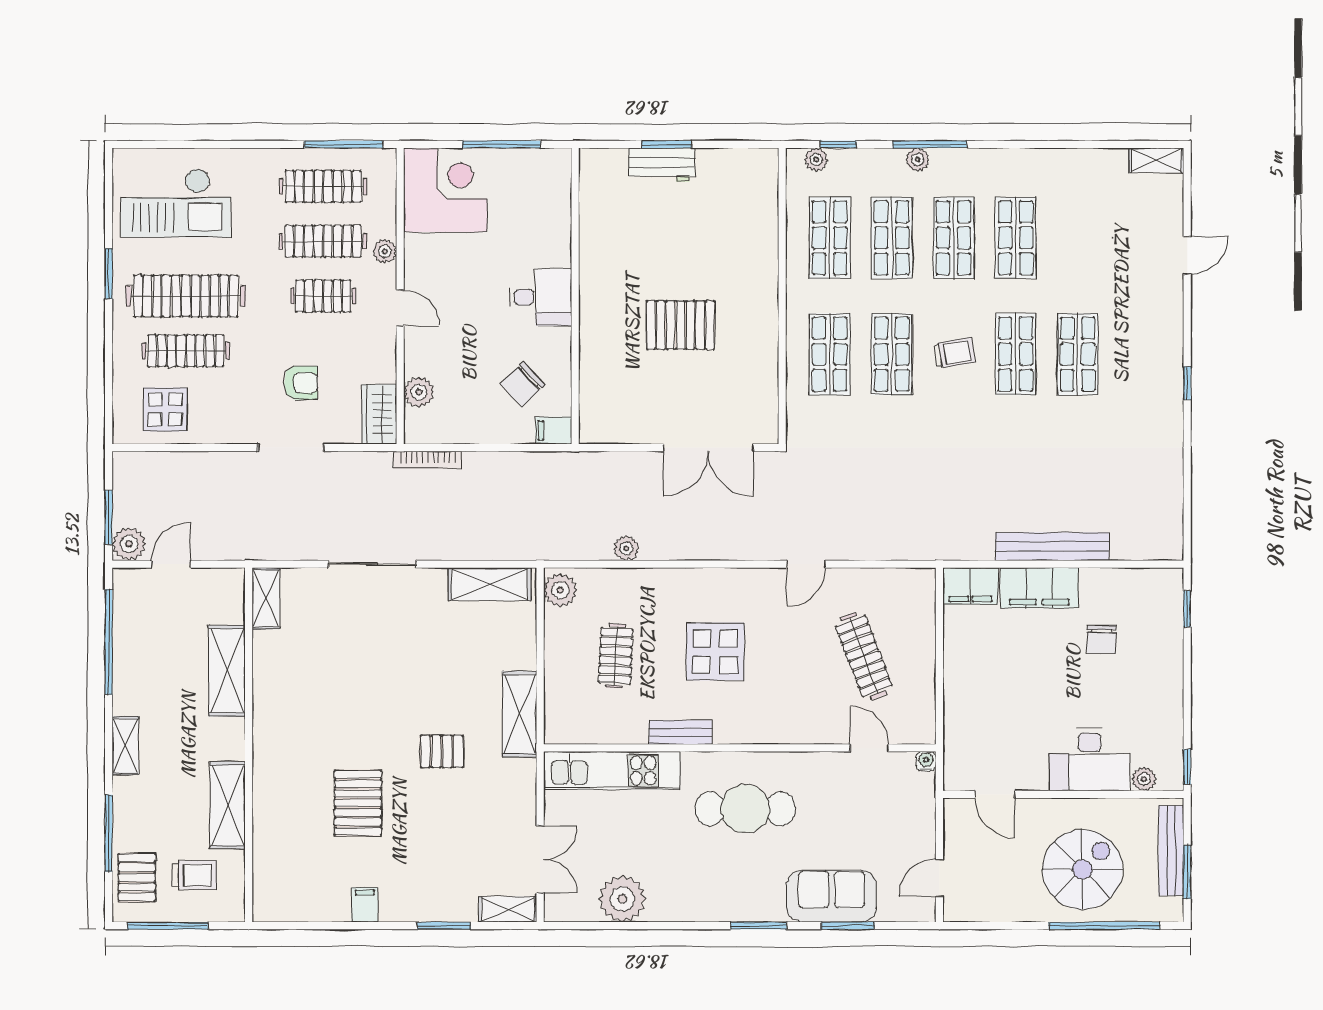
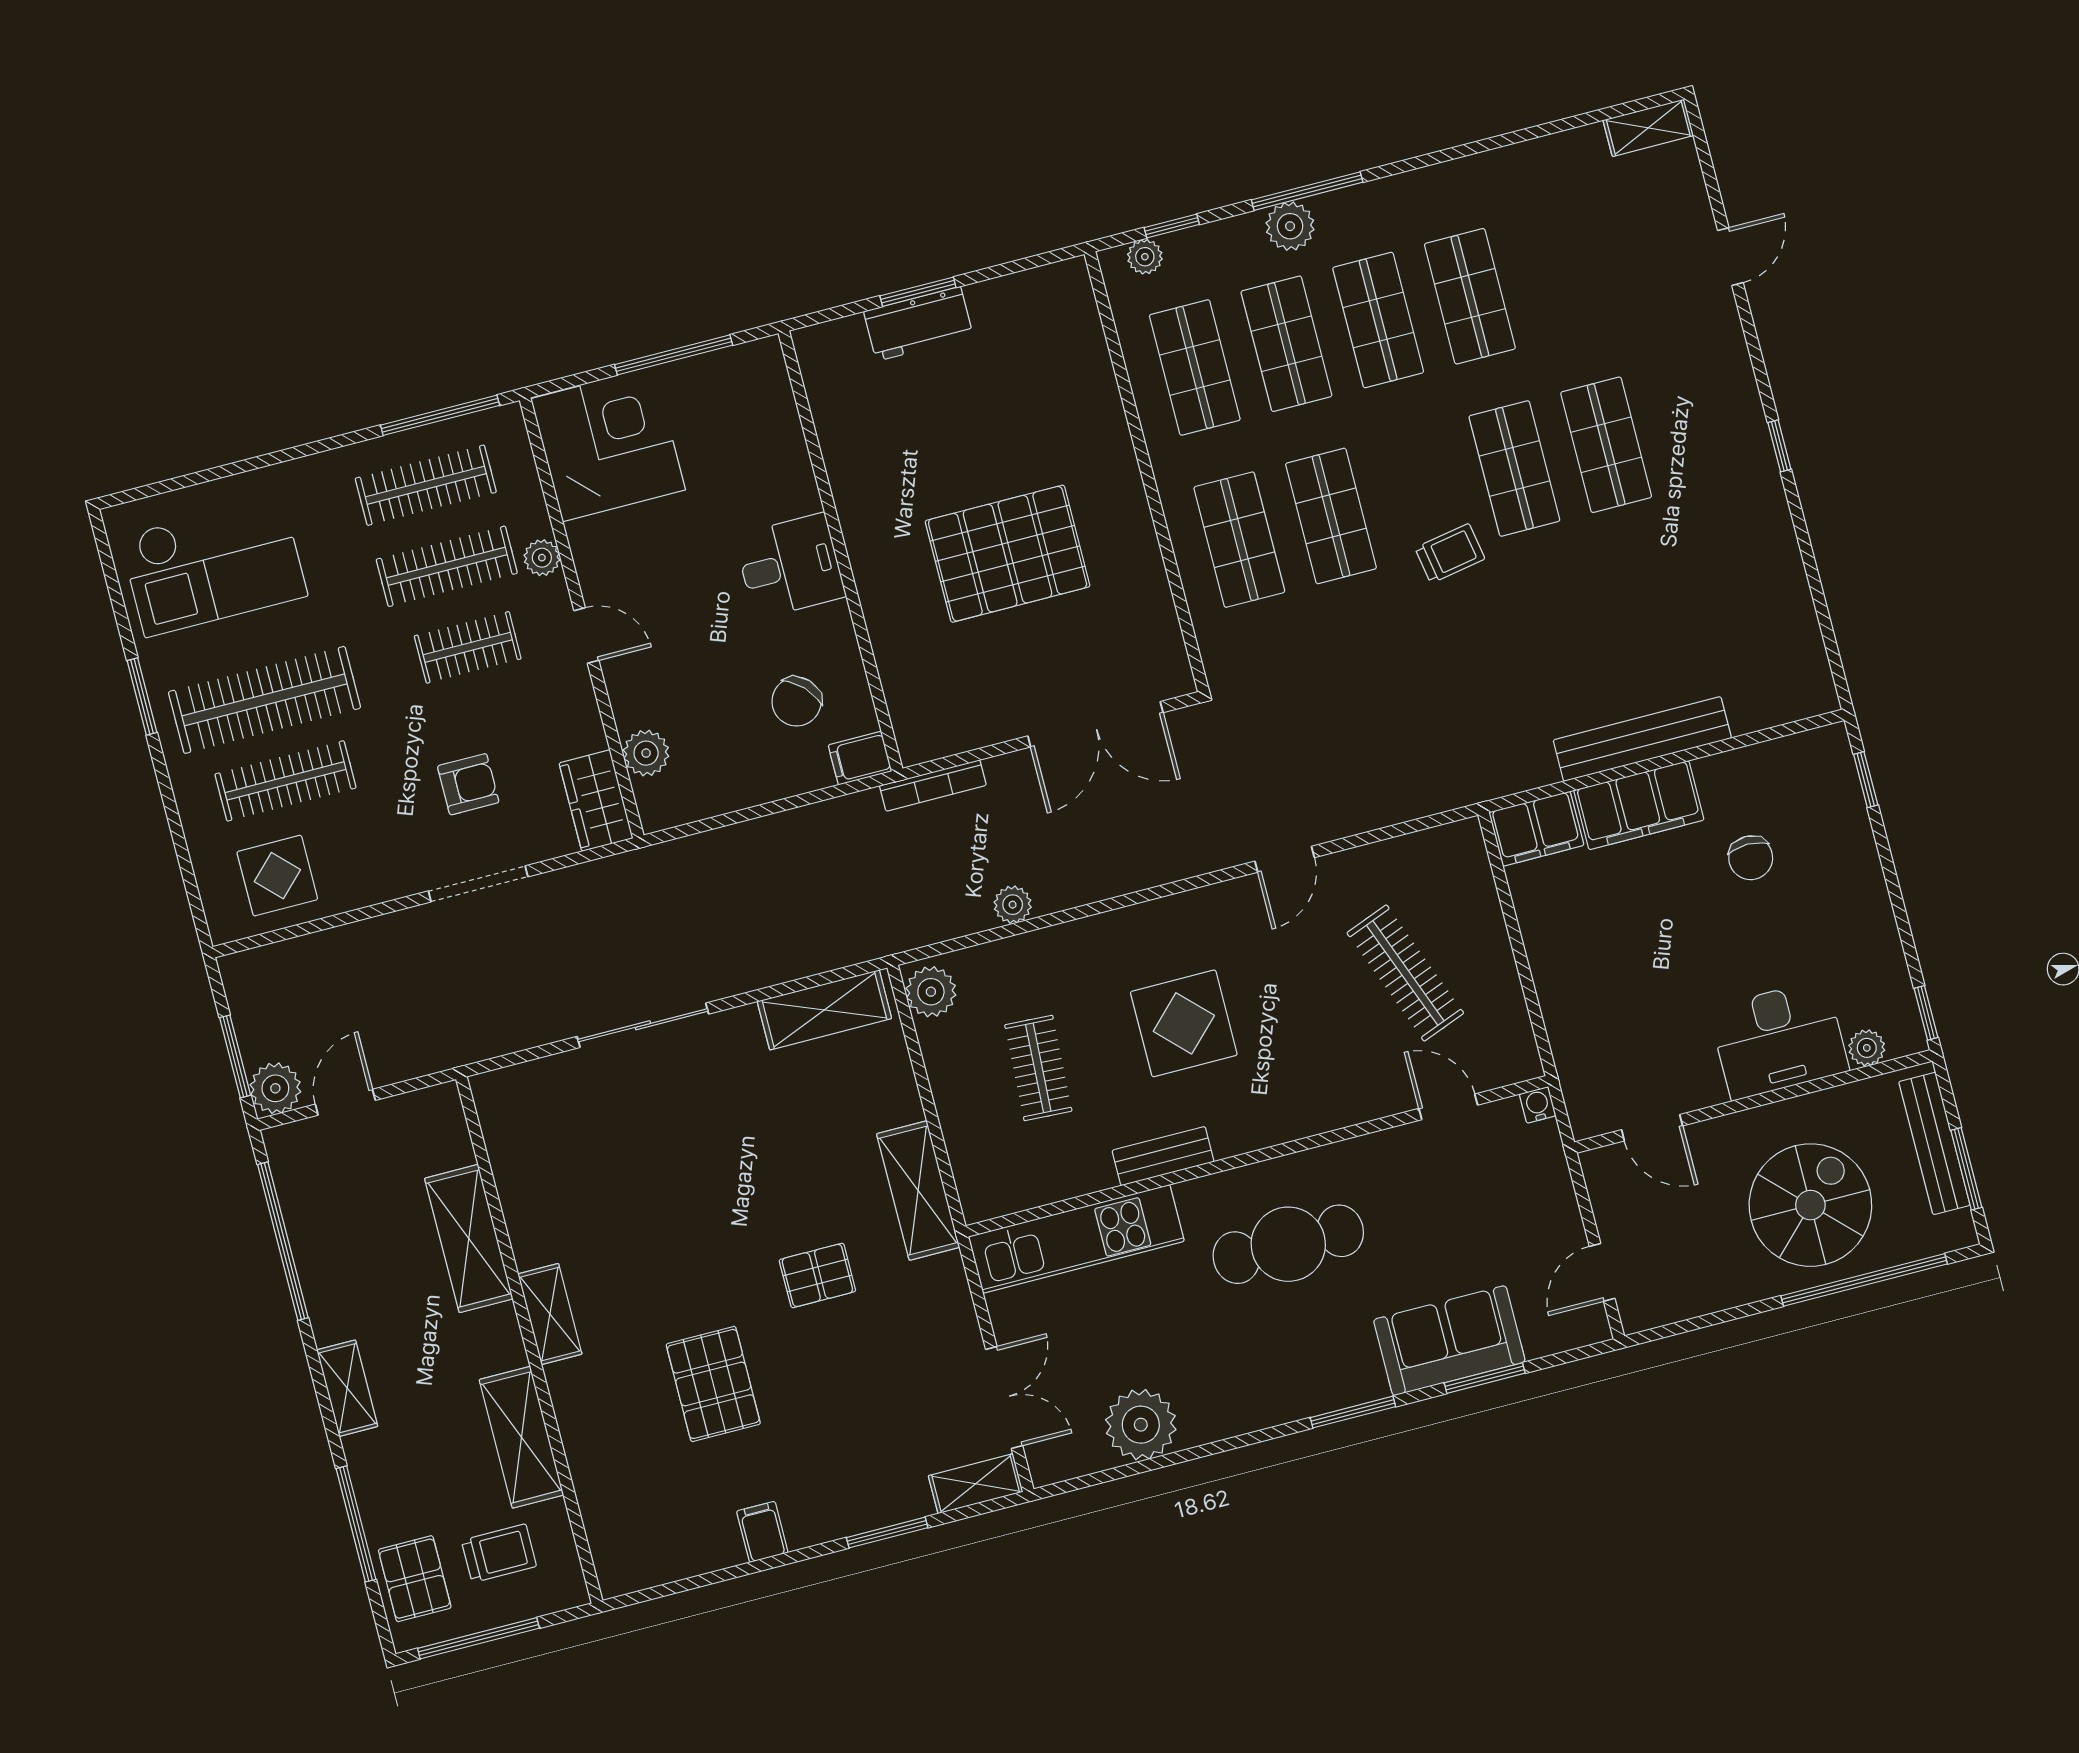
plant: (918, 160) -> (1290, 226), width x1.38, depth x1.38
pallet: (681, 325) -> (1008, 554), width x1.37, depth x1.41
trolley: (954, 353) -> (1450, 553), moved
bookcase: (428, 460) -> (933, 786), moved
shelving: (266, 598) -> (550, 1314), moved

